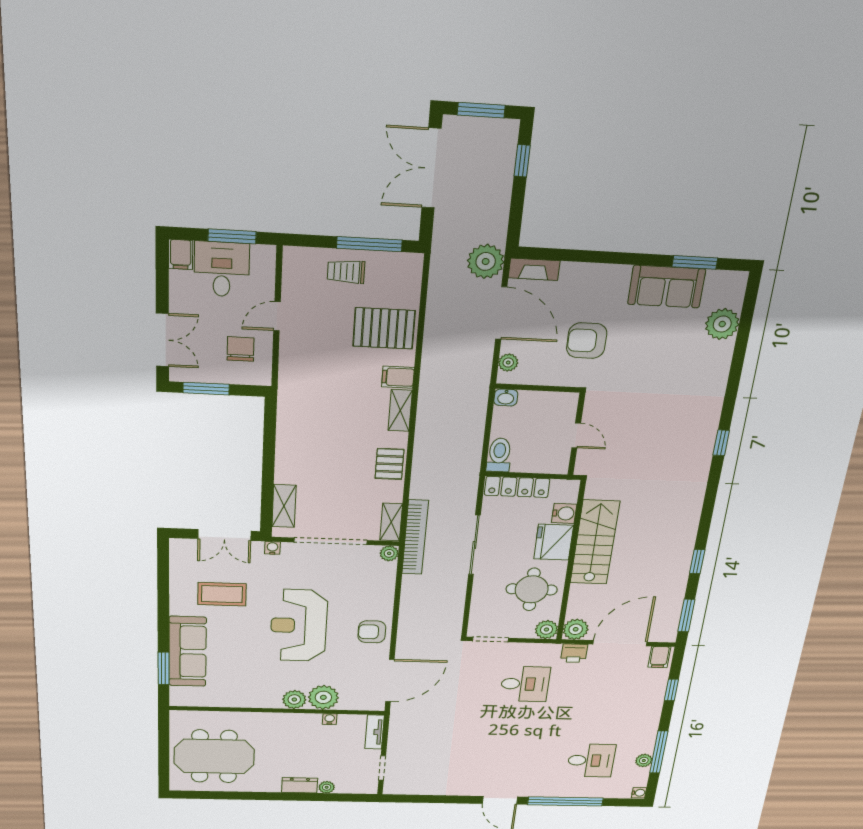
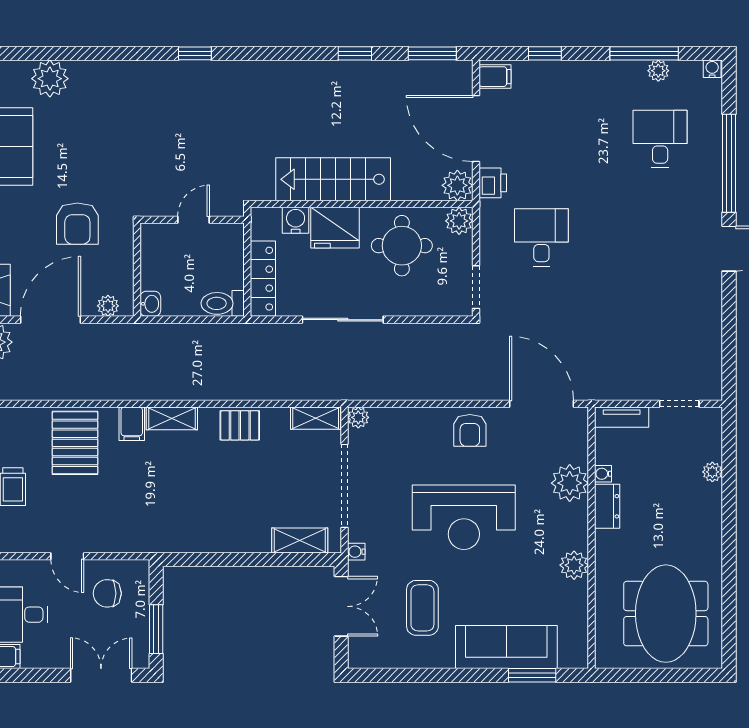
bookcase: (415, 537) -> (335, 389), removed
plant: (294, 700) -> (574, 565), moved
dresser: (300, 785) -> (607, 506), moved, turned 180

